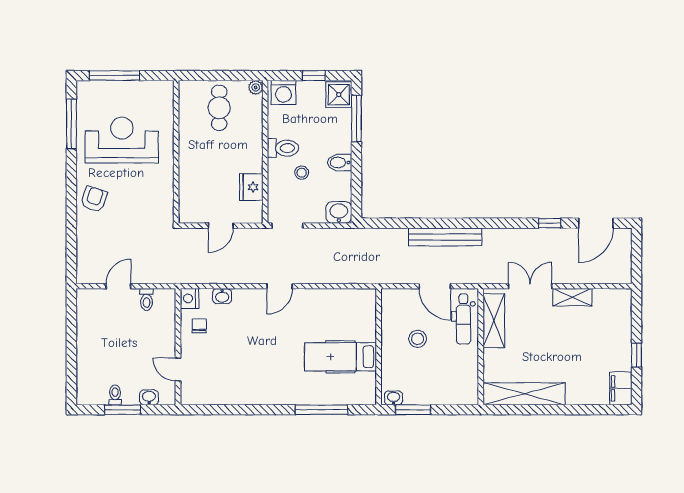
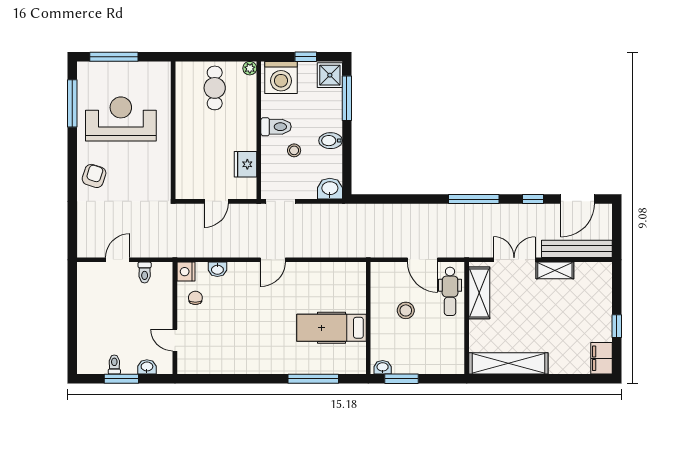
washing machine: (284, 92) -> (281, 77), width x1.37, depth x1.37
window: (488, 223) -> (474, 199), added
bench: (445, 237) -> (577, 249), moved

